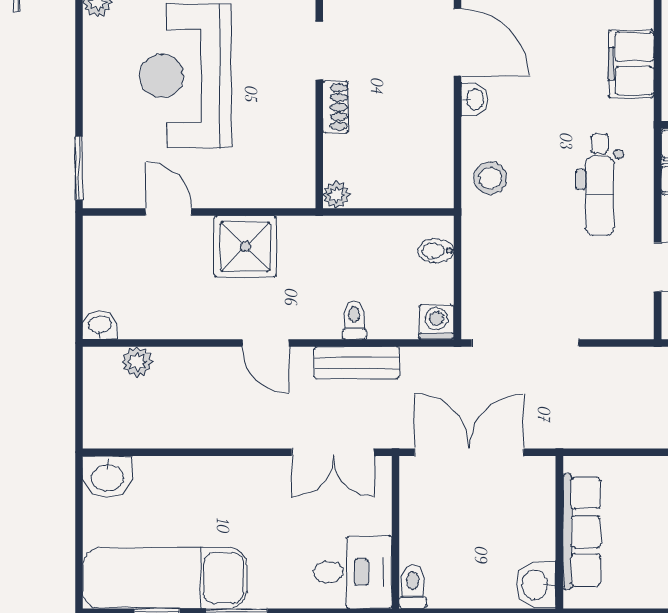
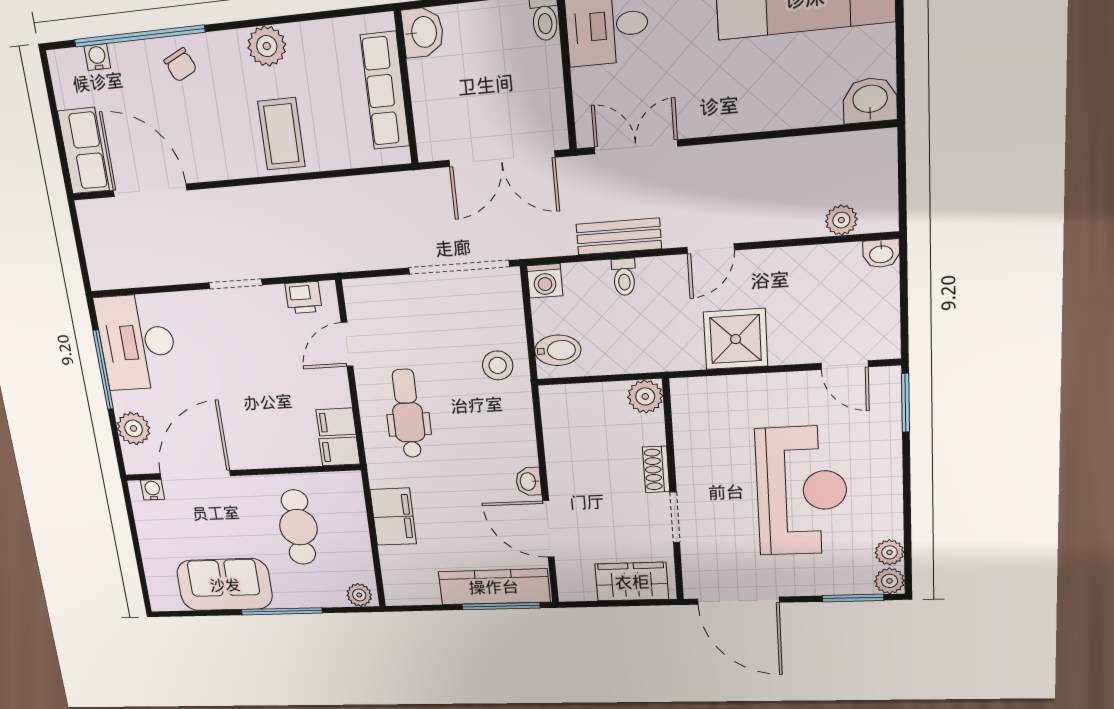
stool: (490, 178) -> (498, 365), moved
plant: (336, 195) -> (645, 396), width x1.38, depth x1.38
door: (169, 212) -> (845, 365), moved
bidet: (436, 251) -> (558, 350), width x1.38, depth x1.36
door: (265, 343) -> (711, 249), swing flipped

